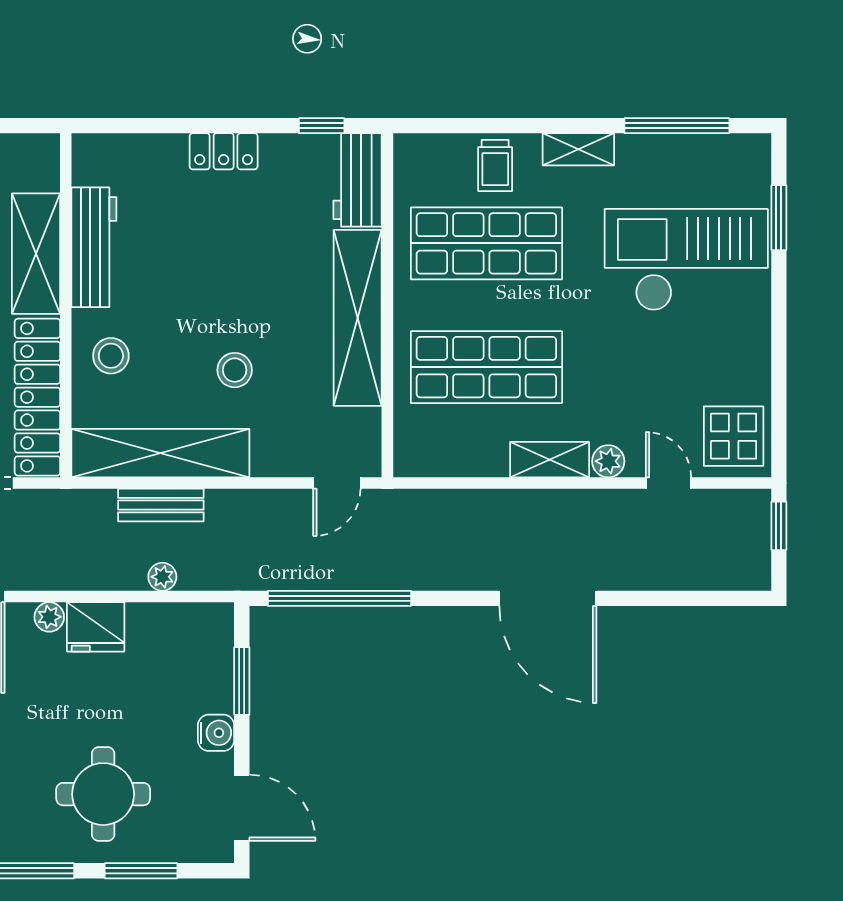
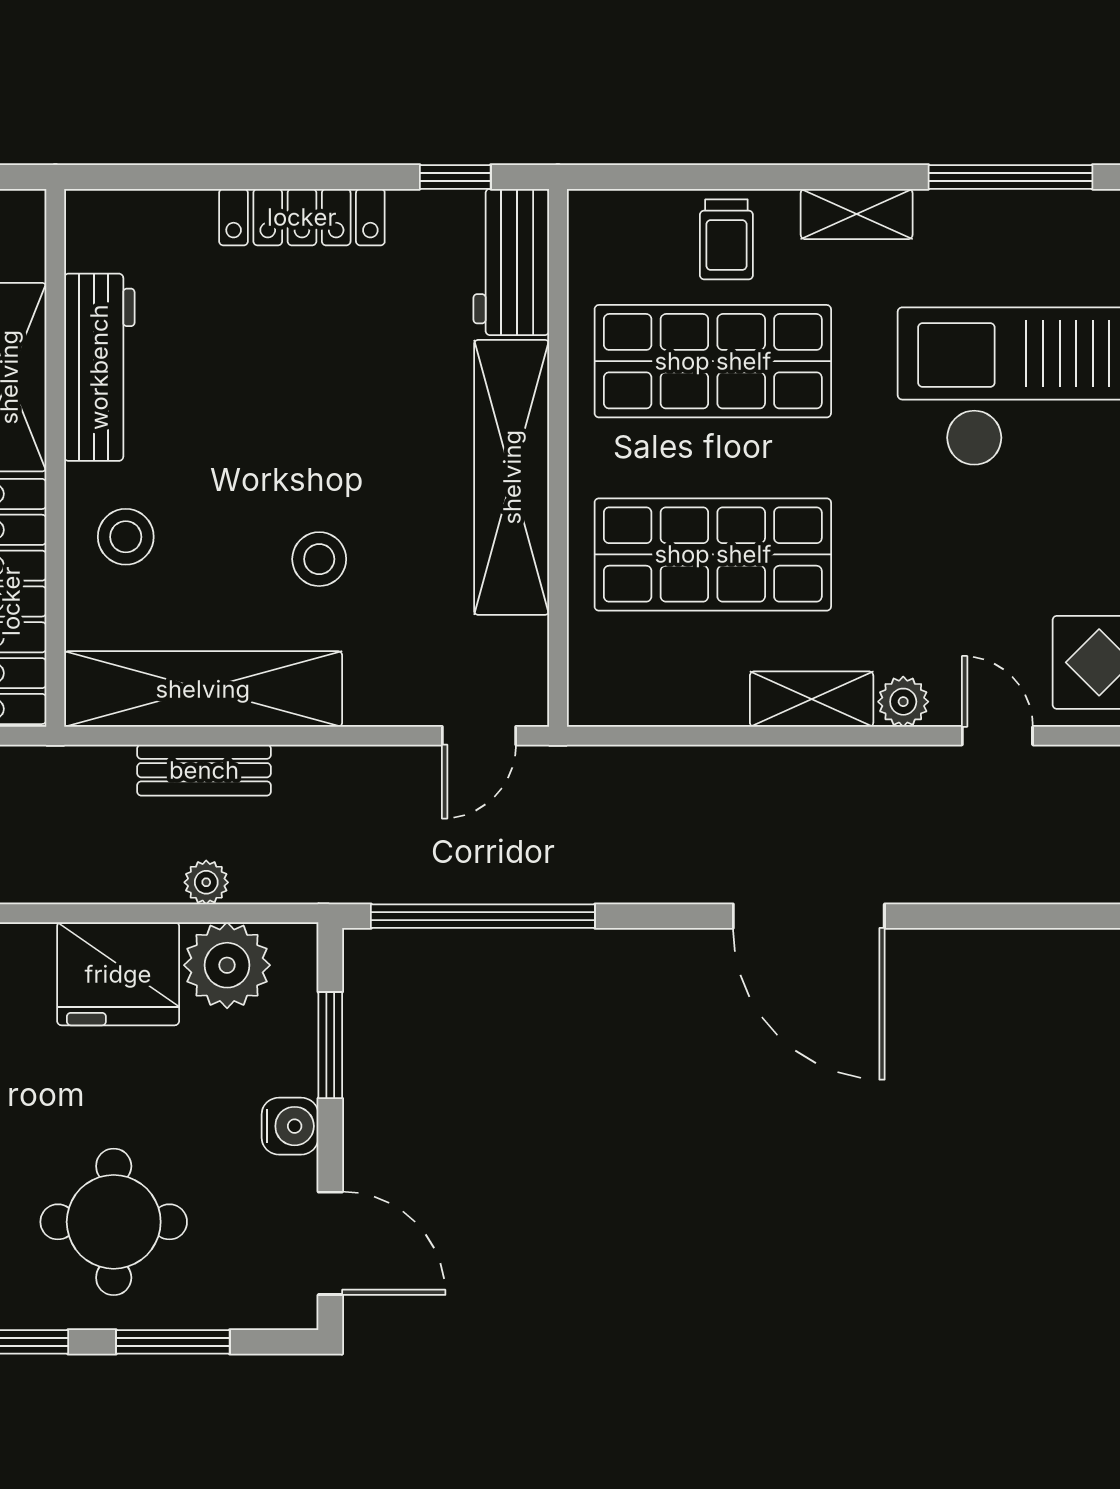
locker: (224, 151) -> (302, 217), width x1.53
plant: (49, 617) -> (227, 965), moved, width x1.88, depth x1.88
fridge: (96, 627) -> (118, 974), width x1.36, depth x1.34

